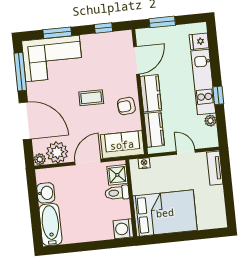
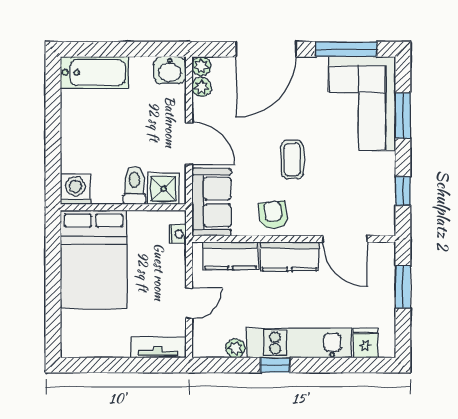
plant: (57, 152) -> (201, 87), width x0.53, depth x0.53
washbasin: (46, 193) -> (170, 70), moved

